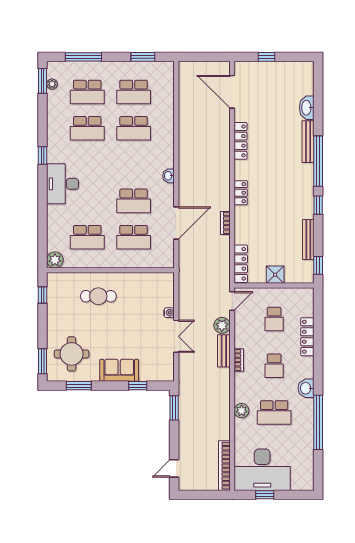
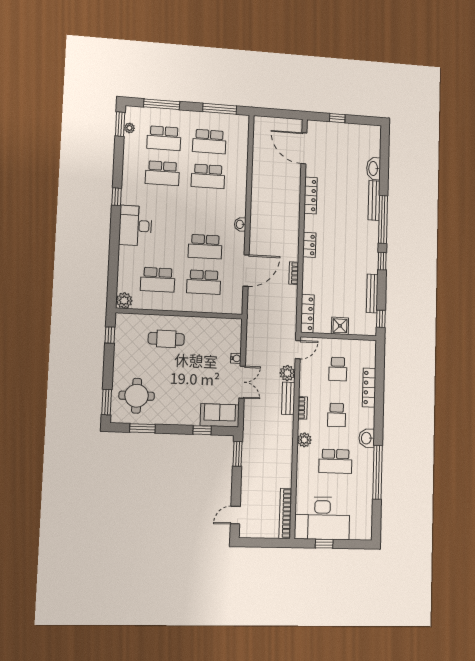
window: (143, 57) -> (220, 109), width x1.44
sofa: (119, 370) -> (220, 415), moved
plant: (242, 411) -> (304, 440), moved

